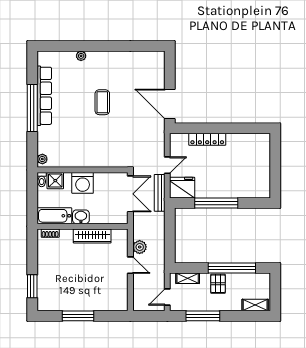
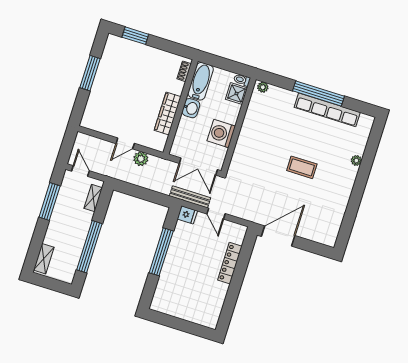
washing machine: (83, 183) -> (221, 134), moved
fridge: (182, 188) -> (187, 215), width x0.53, depth x0.75
pallet: (218, 284) -> (78, 227), removed

